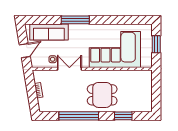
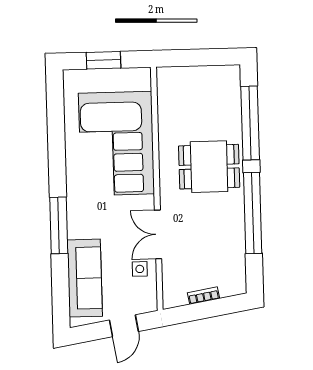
door: (25, 51) -> (124, 326), swing flipped
dining table: (102, 95) -> (209, 167), turned 90
window: (123, 116) -> (250, 123), width x2.11

